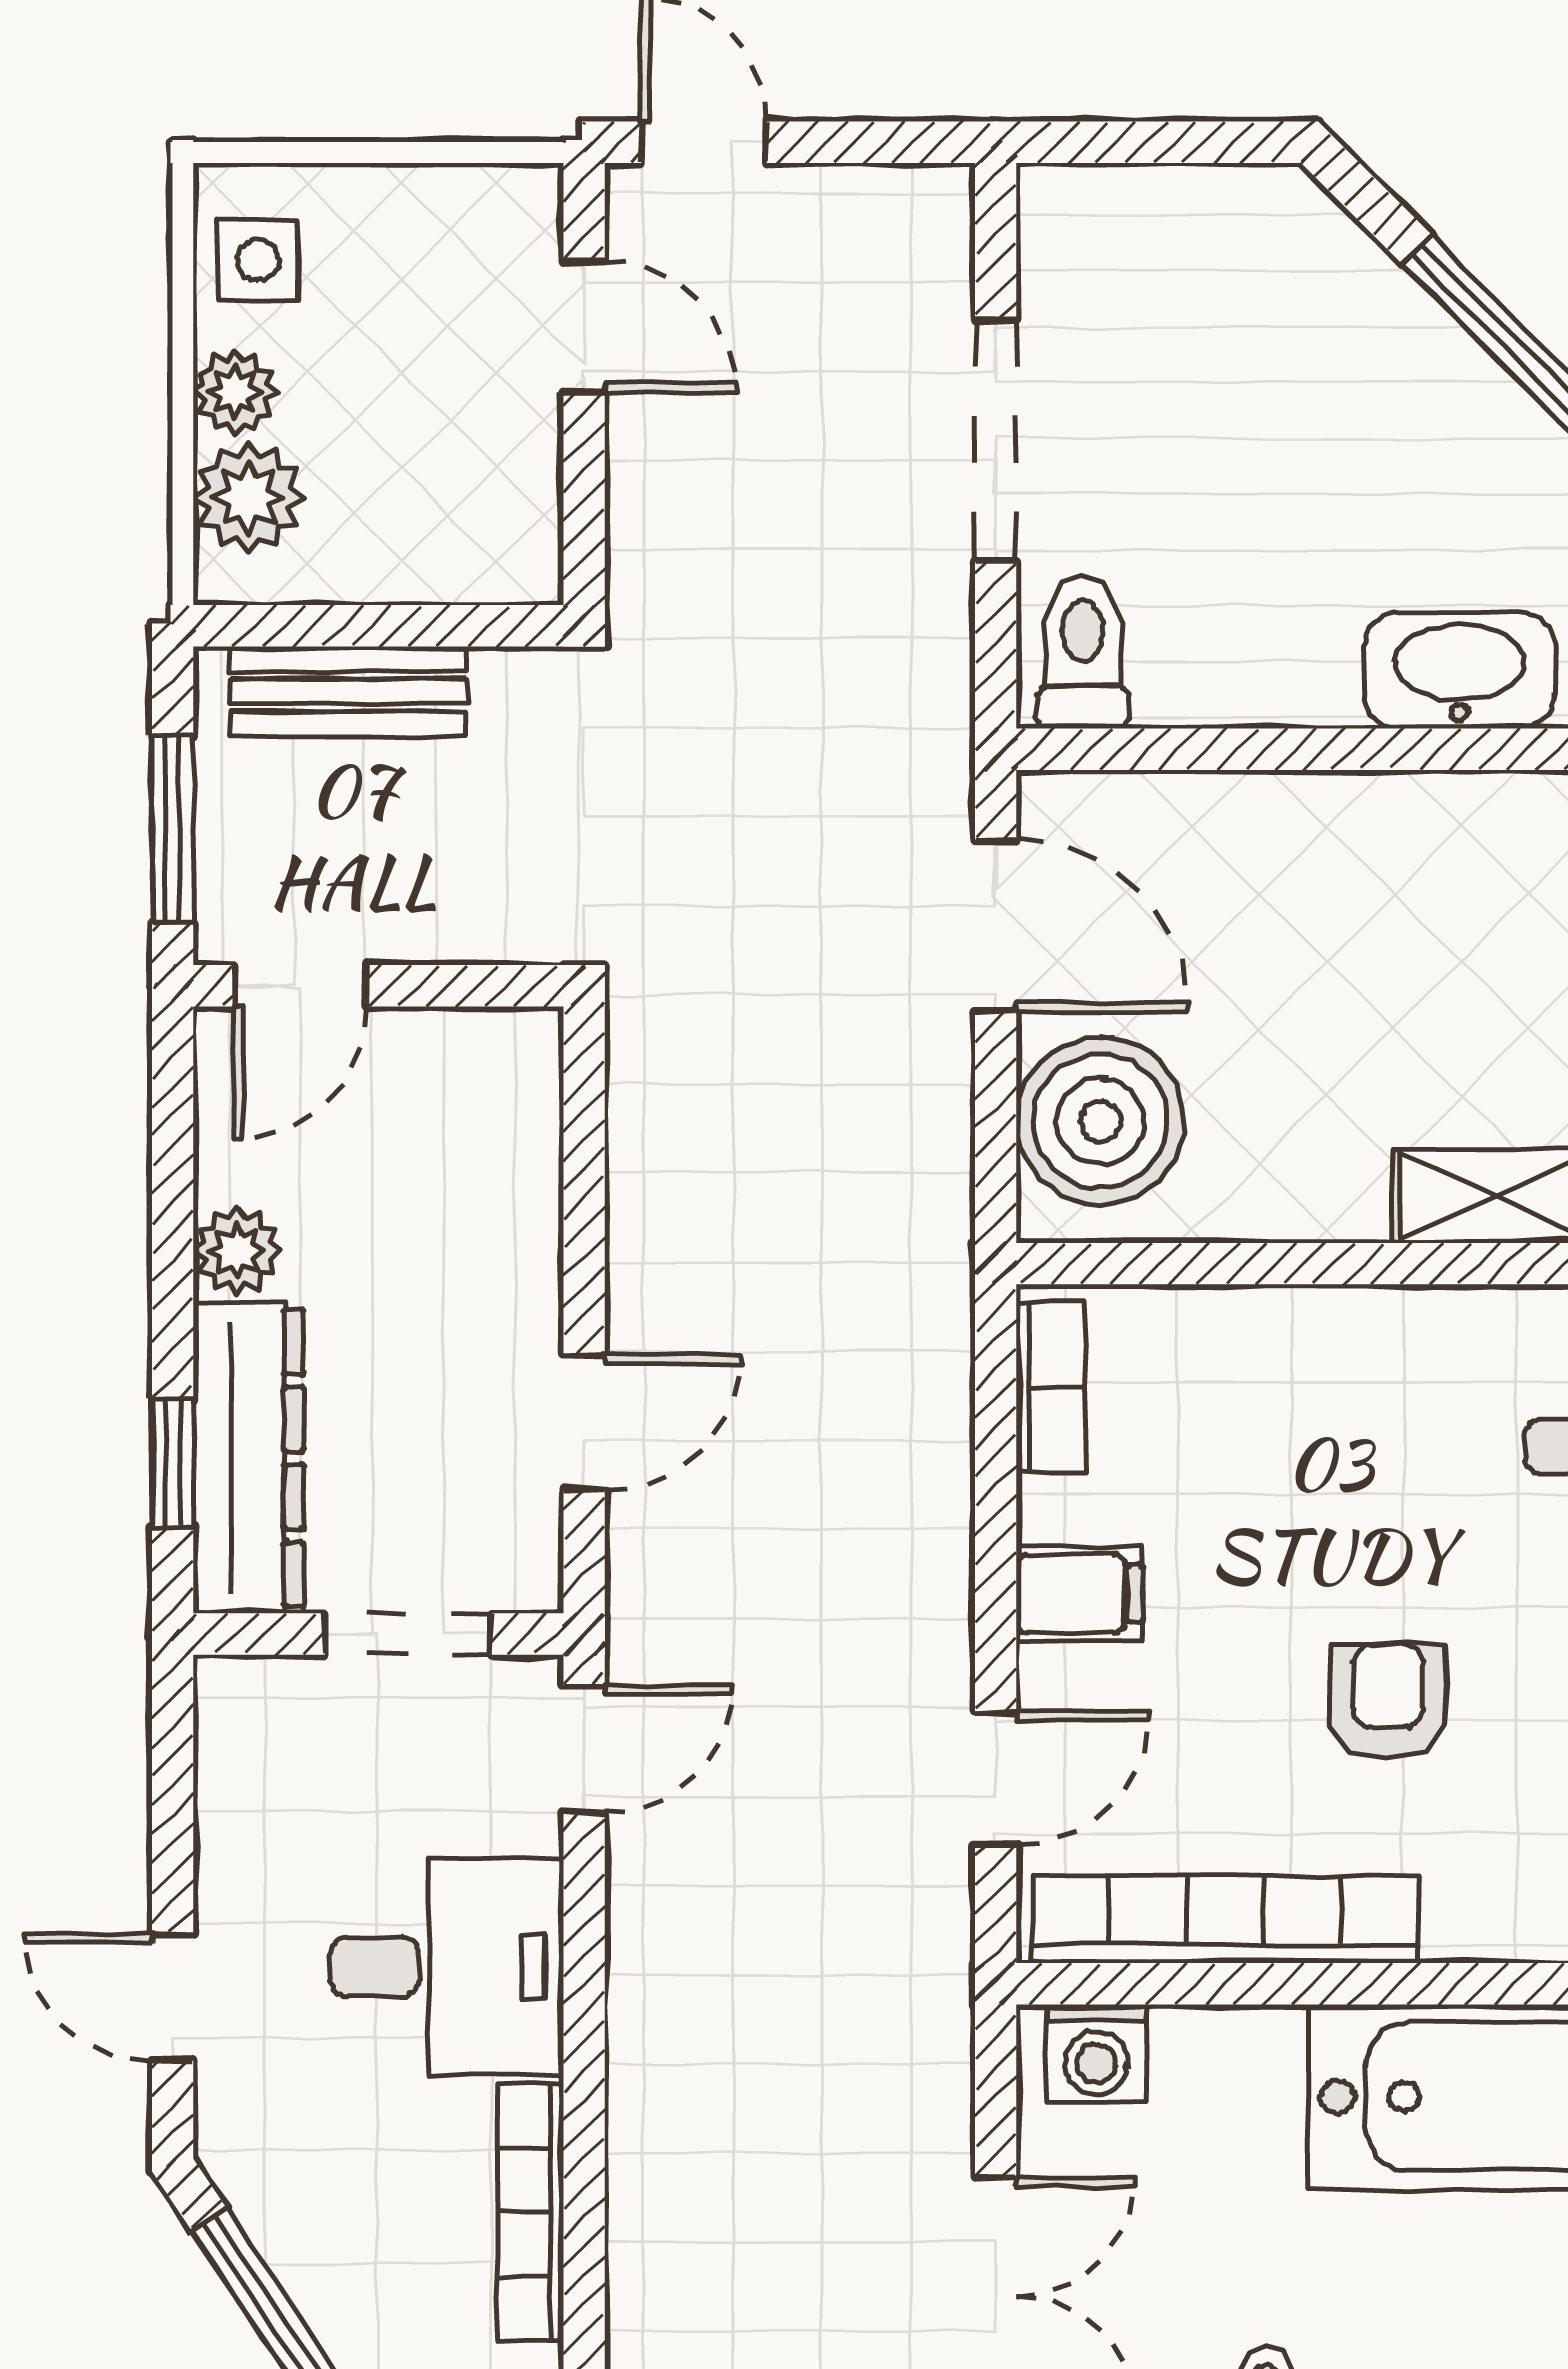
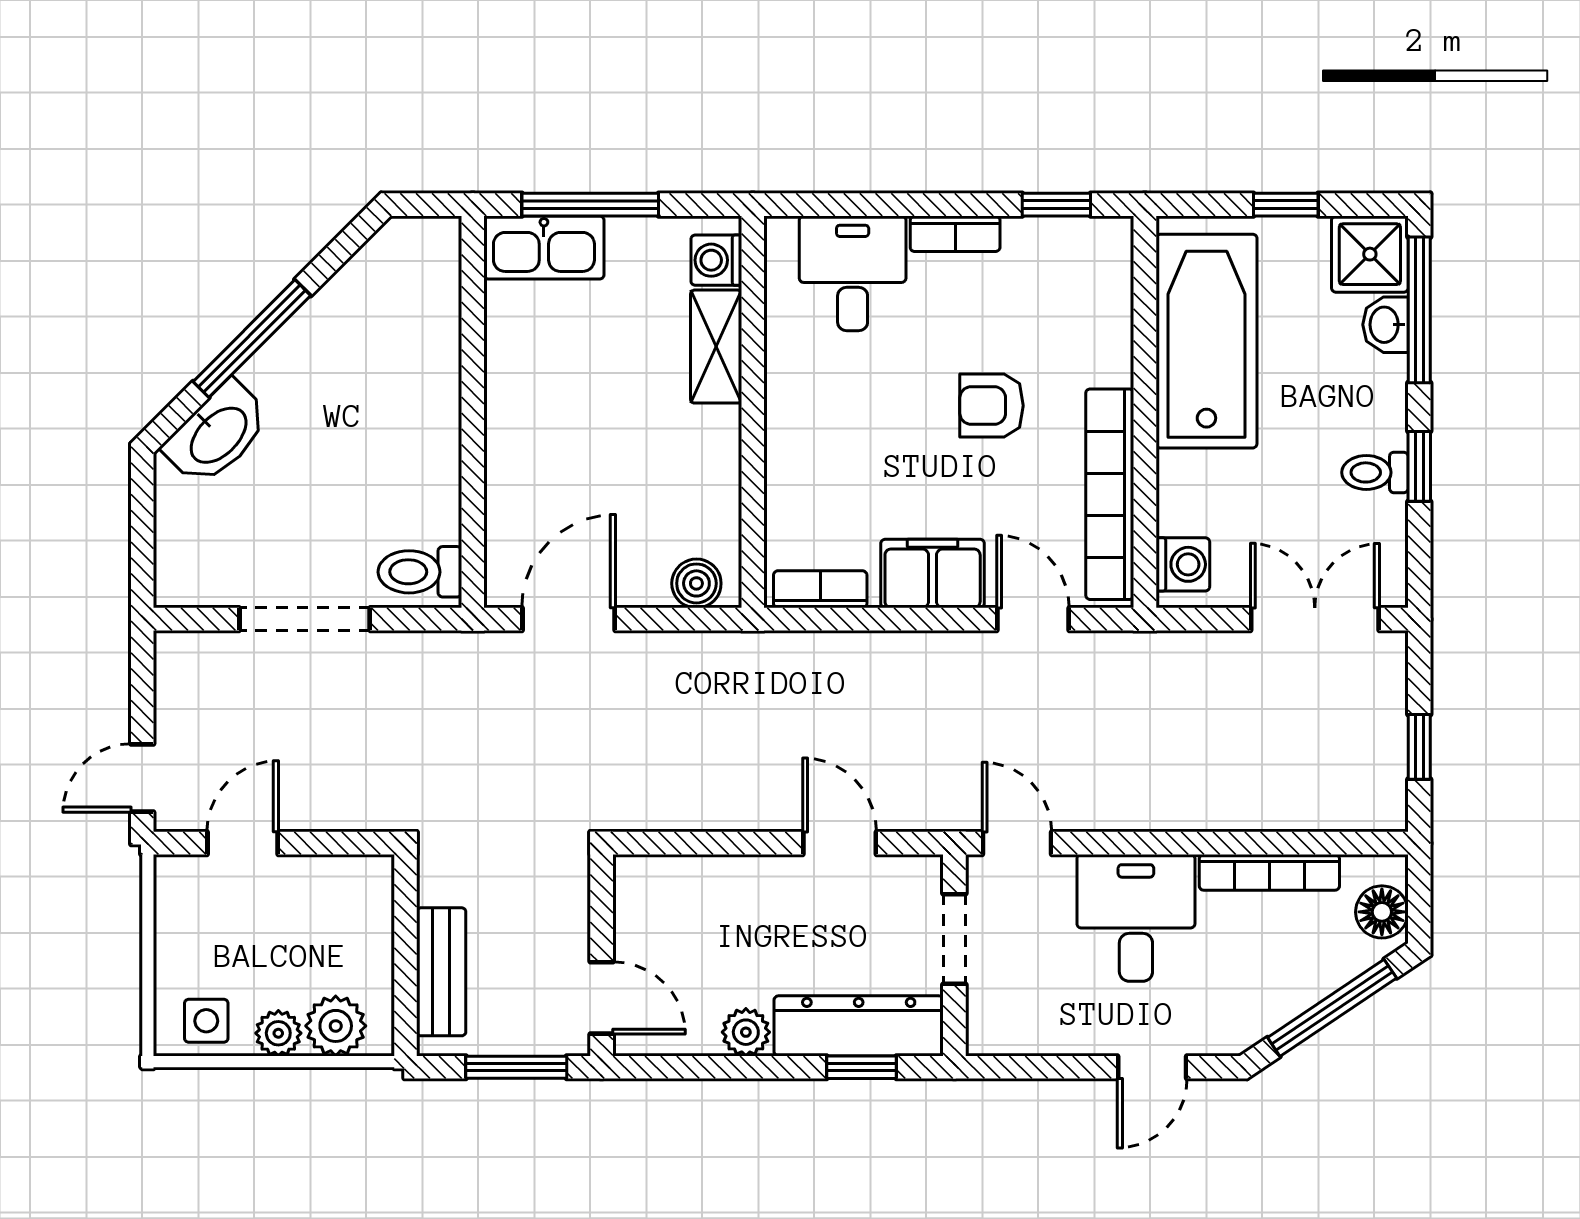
washbasin: (1459, 670) -> (217, 434), moved, turned -135
boiler: (1100, 1121) -> (696, 583), width x0.54, depth x0.54
filing cabinet: (1079, 1594) -> (933, 574), width x2.00

